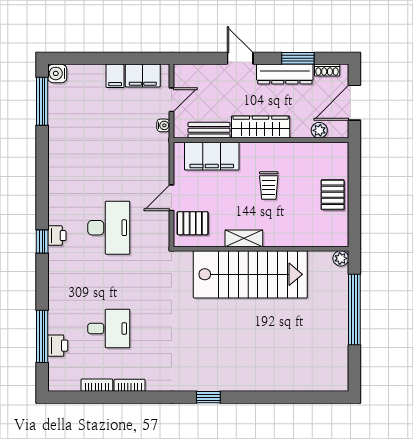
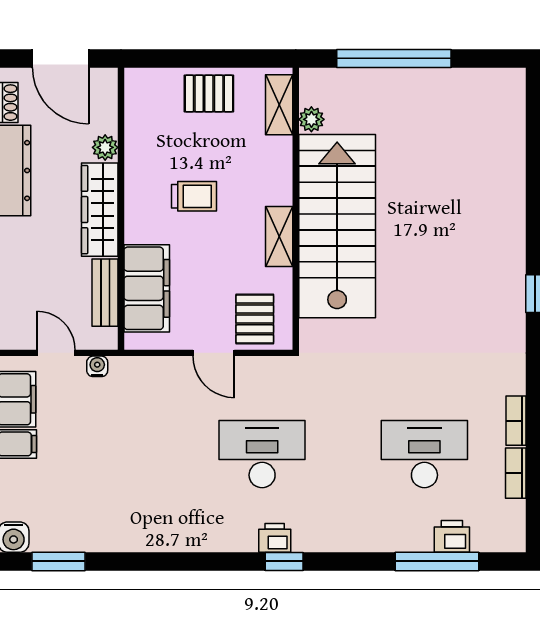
window: (42, 101) -> (58, 561), width x0.69
plant: (319, 130) -> (105, 147), moved
shelving: (326, 238) -> (279, 105), added
plant: (341, 258) -> (311, 119), moved
desk: (109, 329) -> (424, 454), width x1.37

